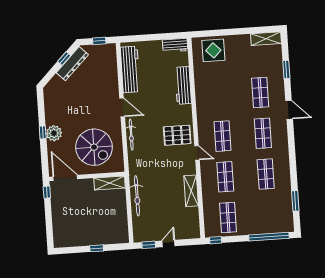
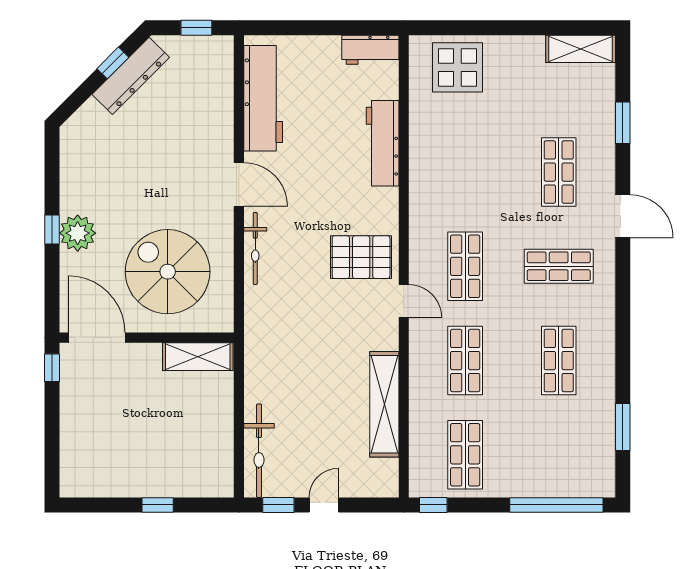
shop shelf: (263, 133) -> (559, 266), turned 90
spiral stairs: (94, 147) -> (168, 272), turned 180
shelving: (191, 191) -> (384, 404), width x1.47
bicycle: (137, 196) -> (259, 451), moved

